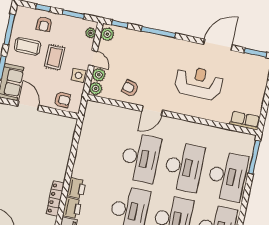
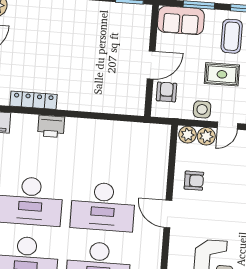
armchair: (130, 88) -> (194, 181), turned 75
armchair: (62, 100) -> (167, 92), turned 180
door: (28, 106) -> (151, 65), moved
printer: (72, 208) -> (24, 124), removed

